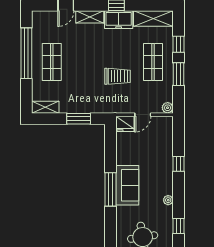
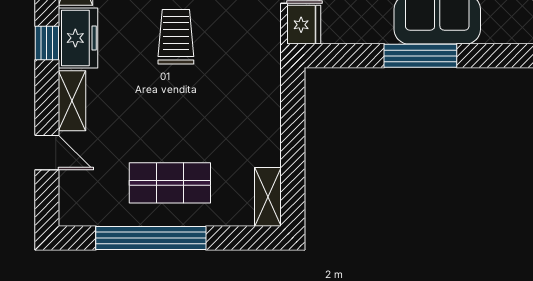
trolley: (118, 76) -> (176, 37), moved
window: (79, 119) -> (293, 125), removed
window: (110, 189) -> (420, 56), moved

